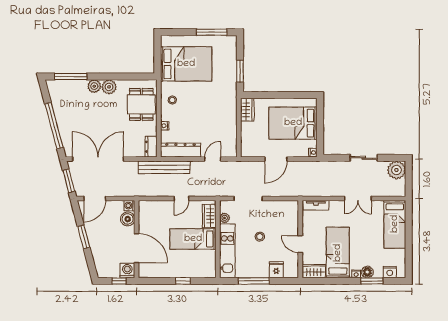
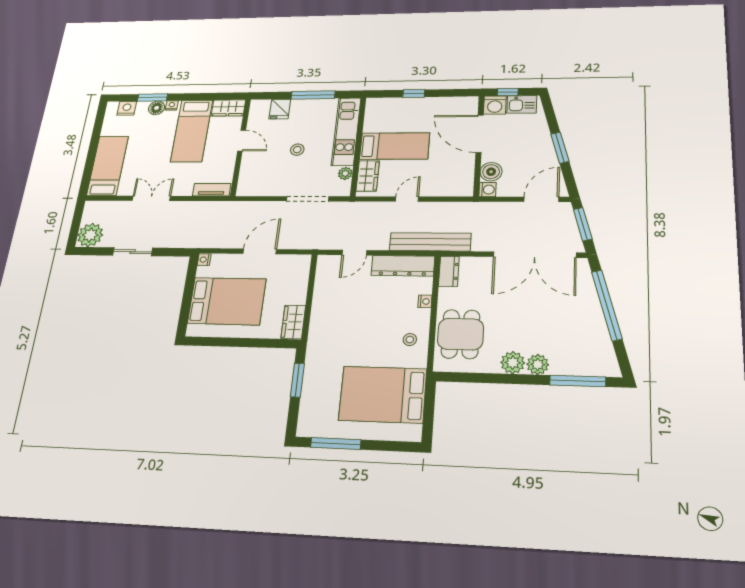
kitchen sink: (109, 271) -> (522, 104), added

